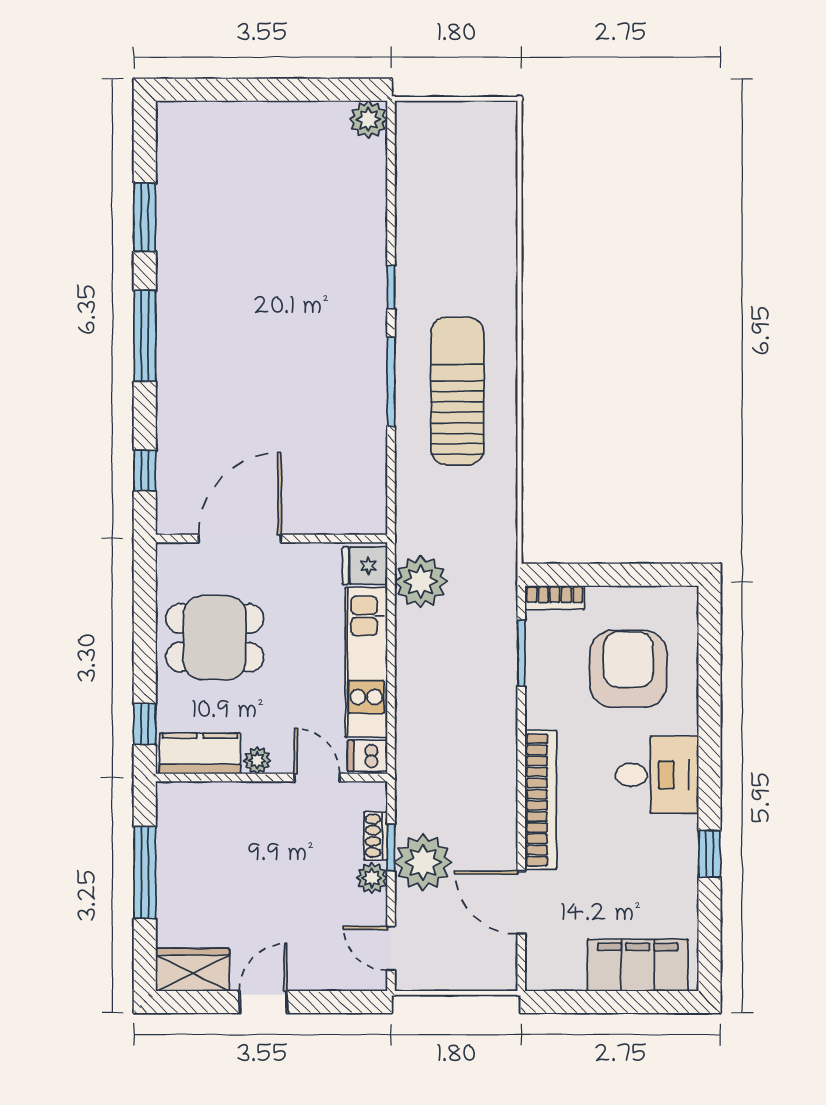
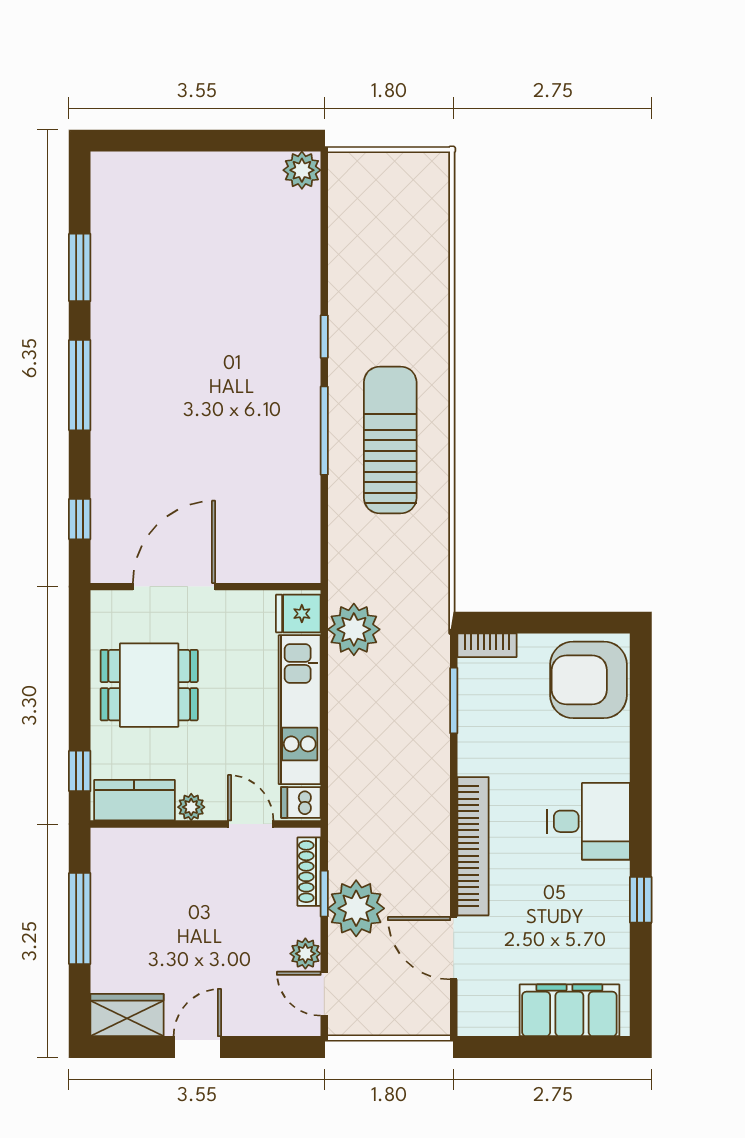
armchair: (628, 669) -> (589, 680), moved, turned -90
shoe rack: (376, 836) -> (309, 872), width x1.43
plant: (372, 878) -> (305, 954), moved

